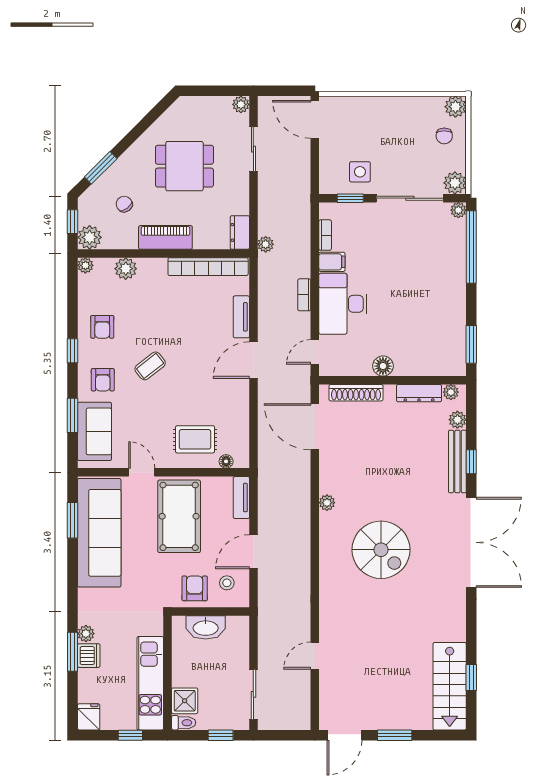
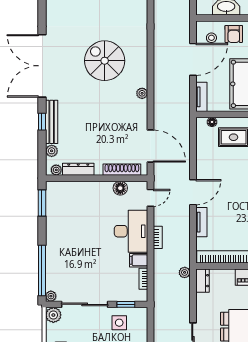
floor lamp: (383, 366) -> (120, 188), moved
door: (253, 552) -> (193, 59), width x1.36

